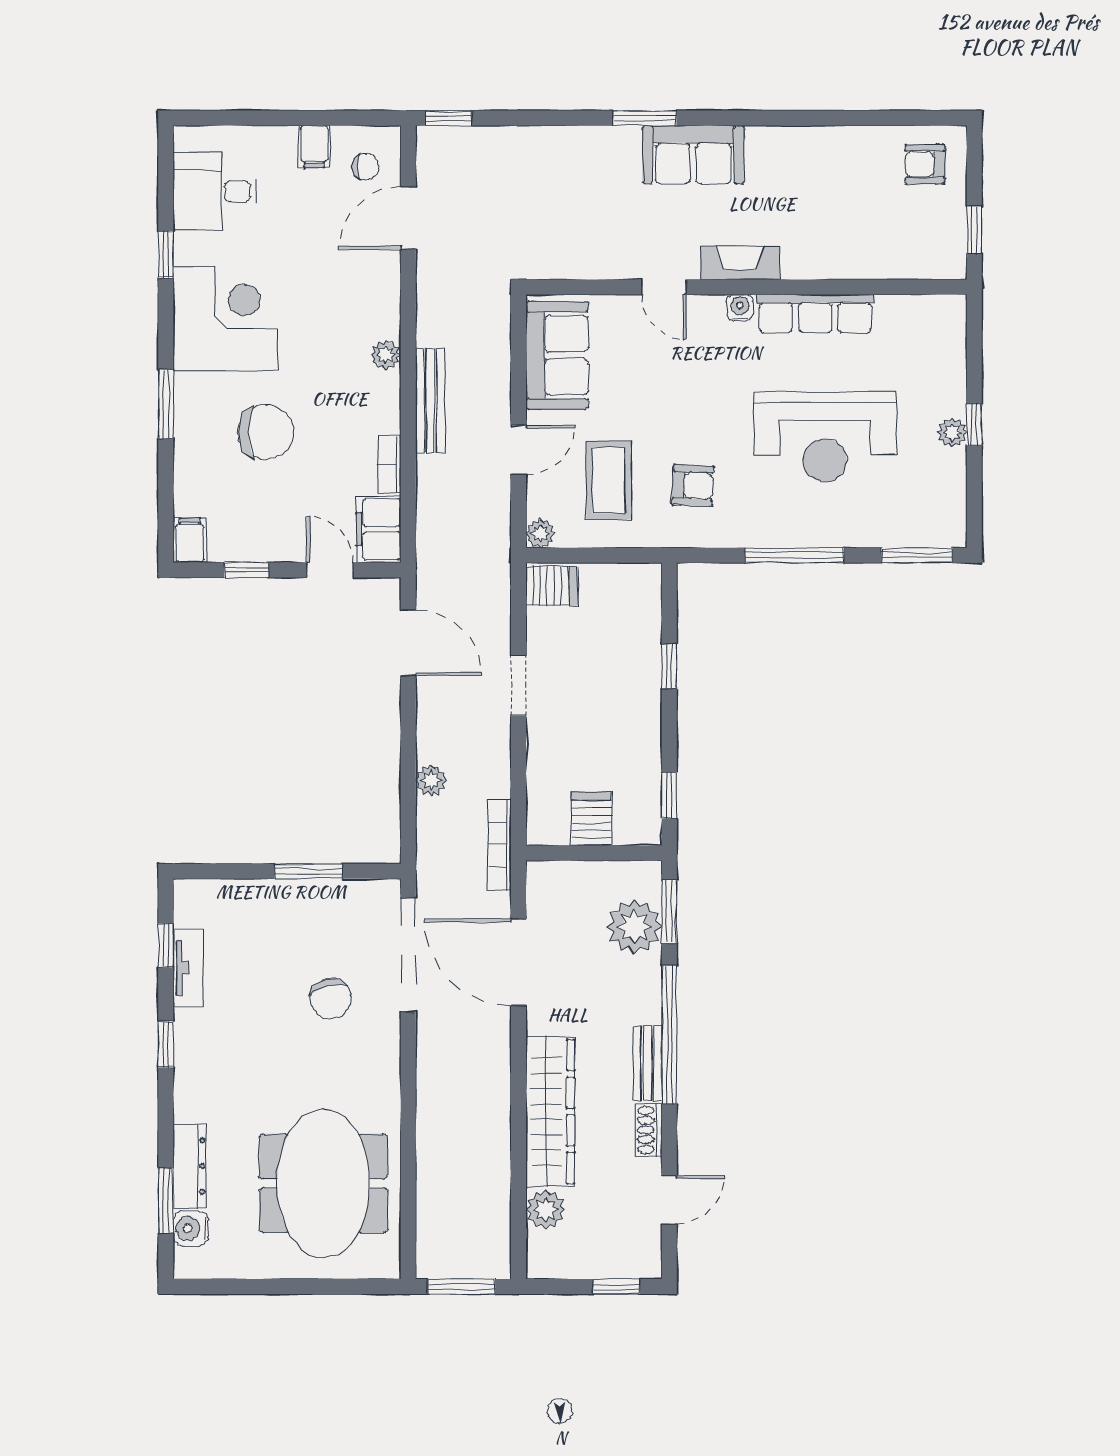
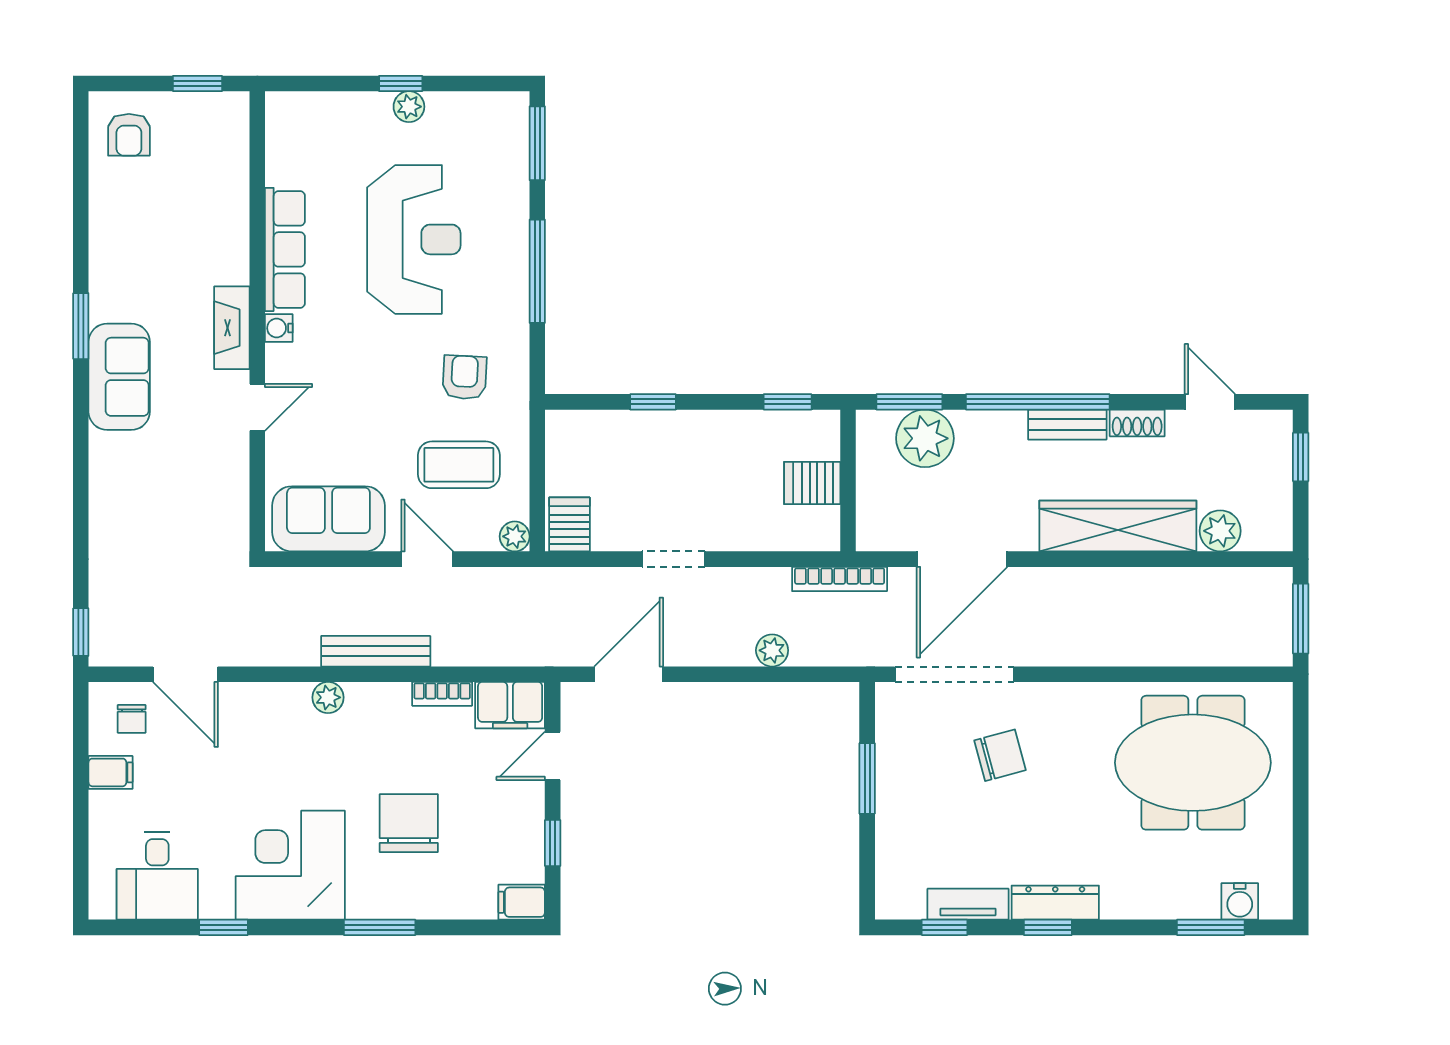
window: (645, 118) -> (81, 326), moved
chair: (365, 167) -> (132, 719), turned 180
dresser: (189, 1166) -> (1055, 903), moved

